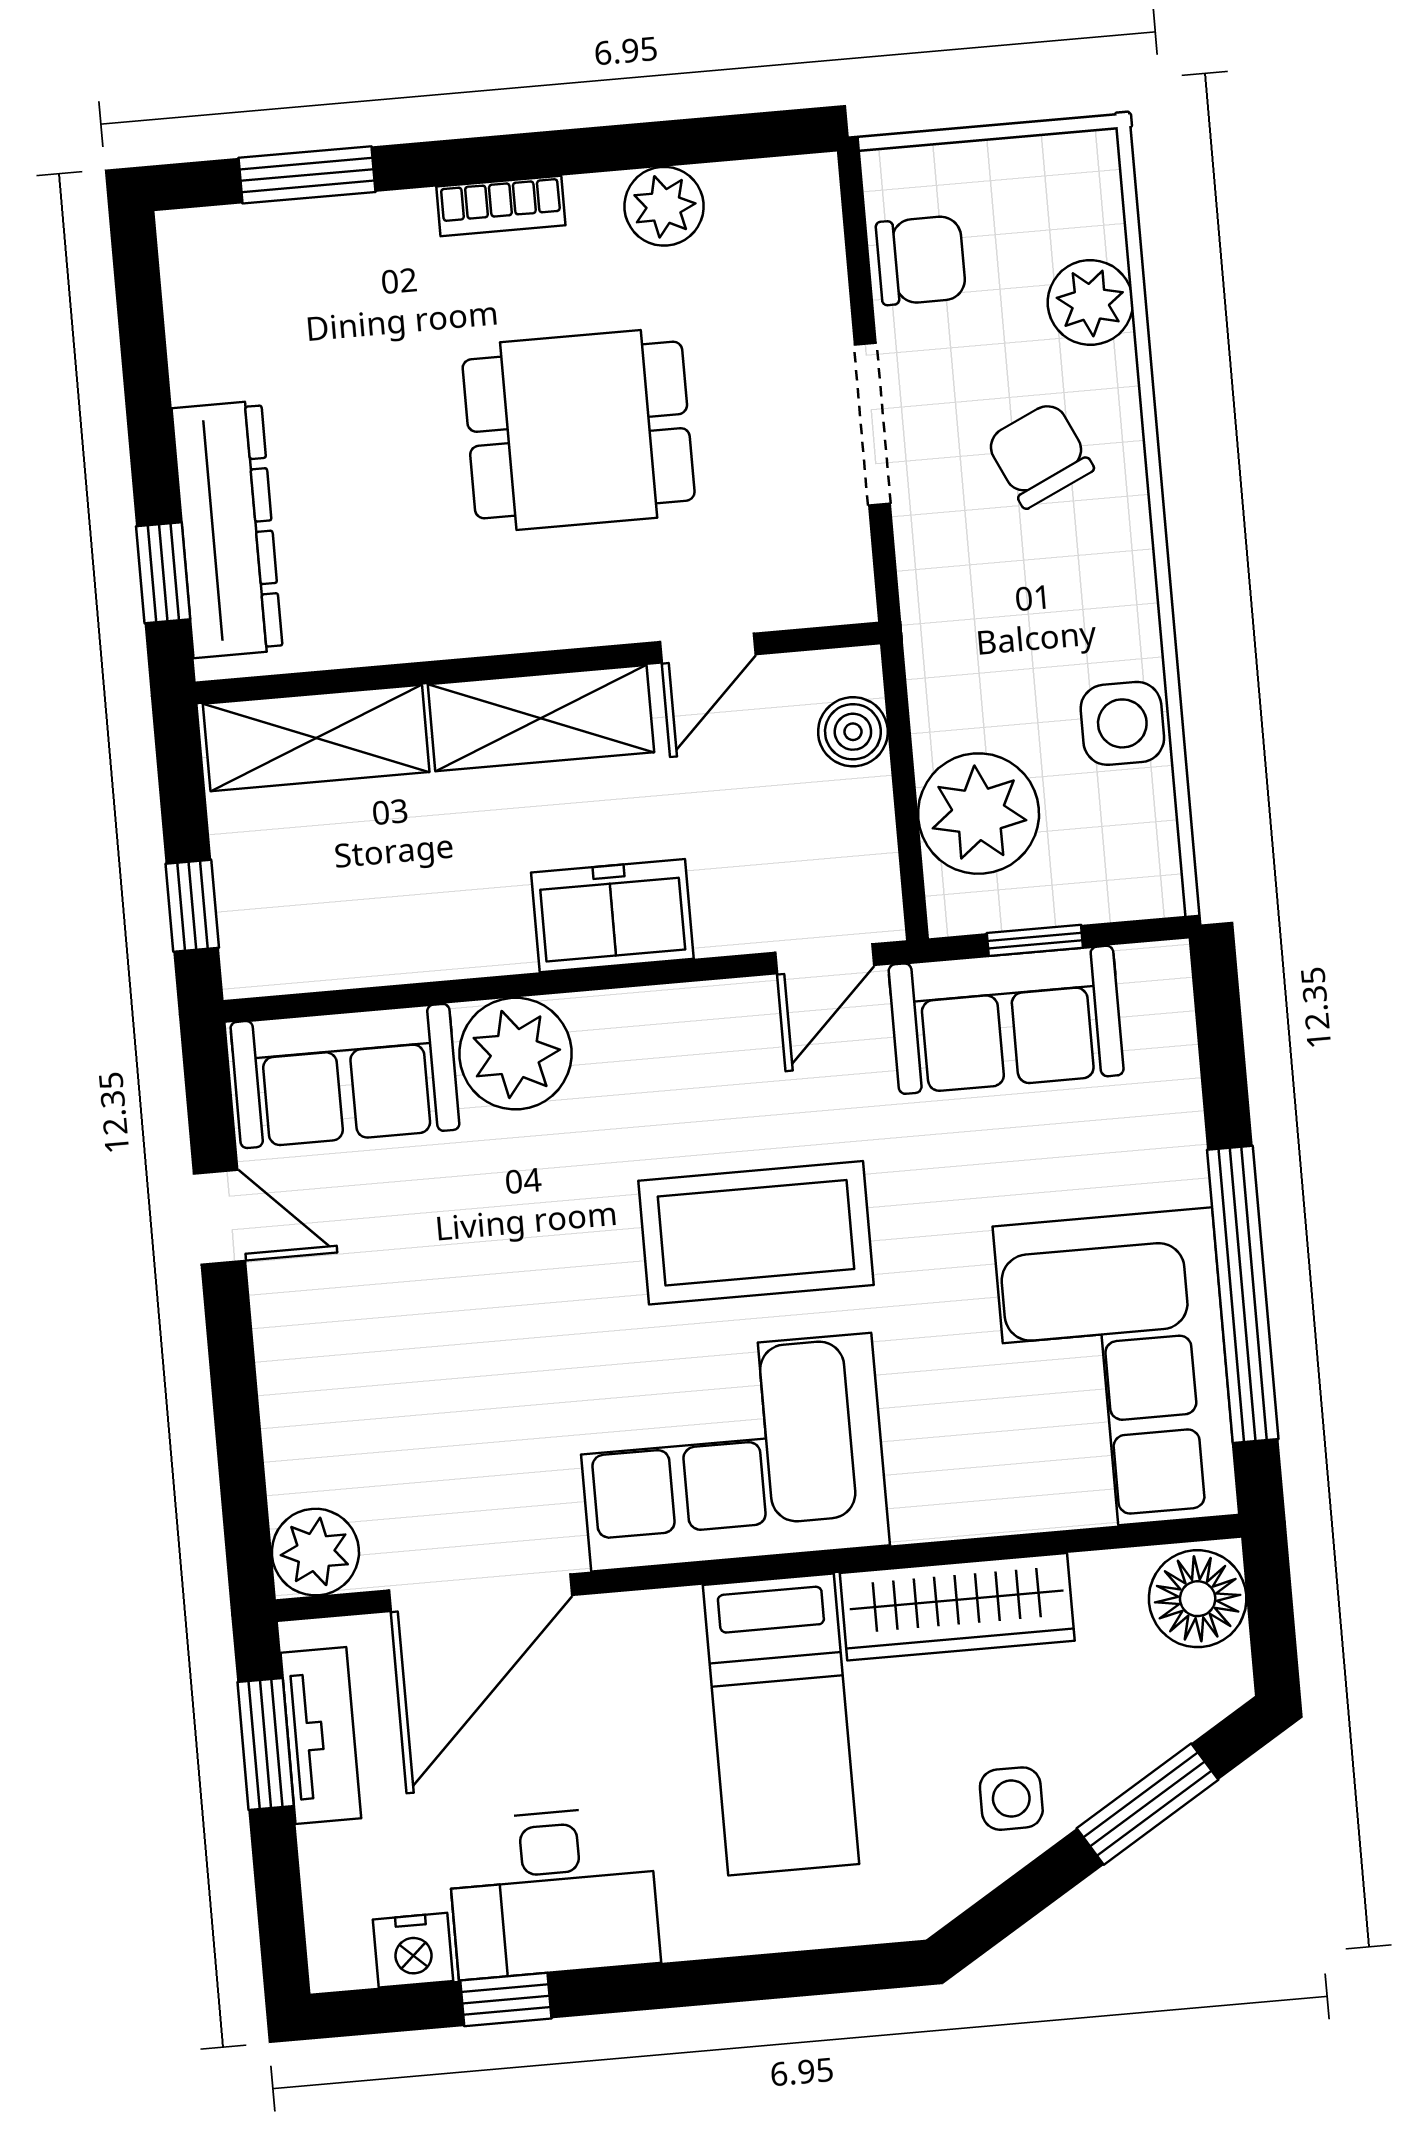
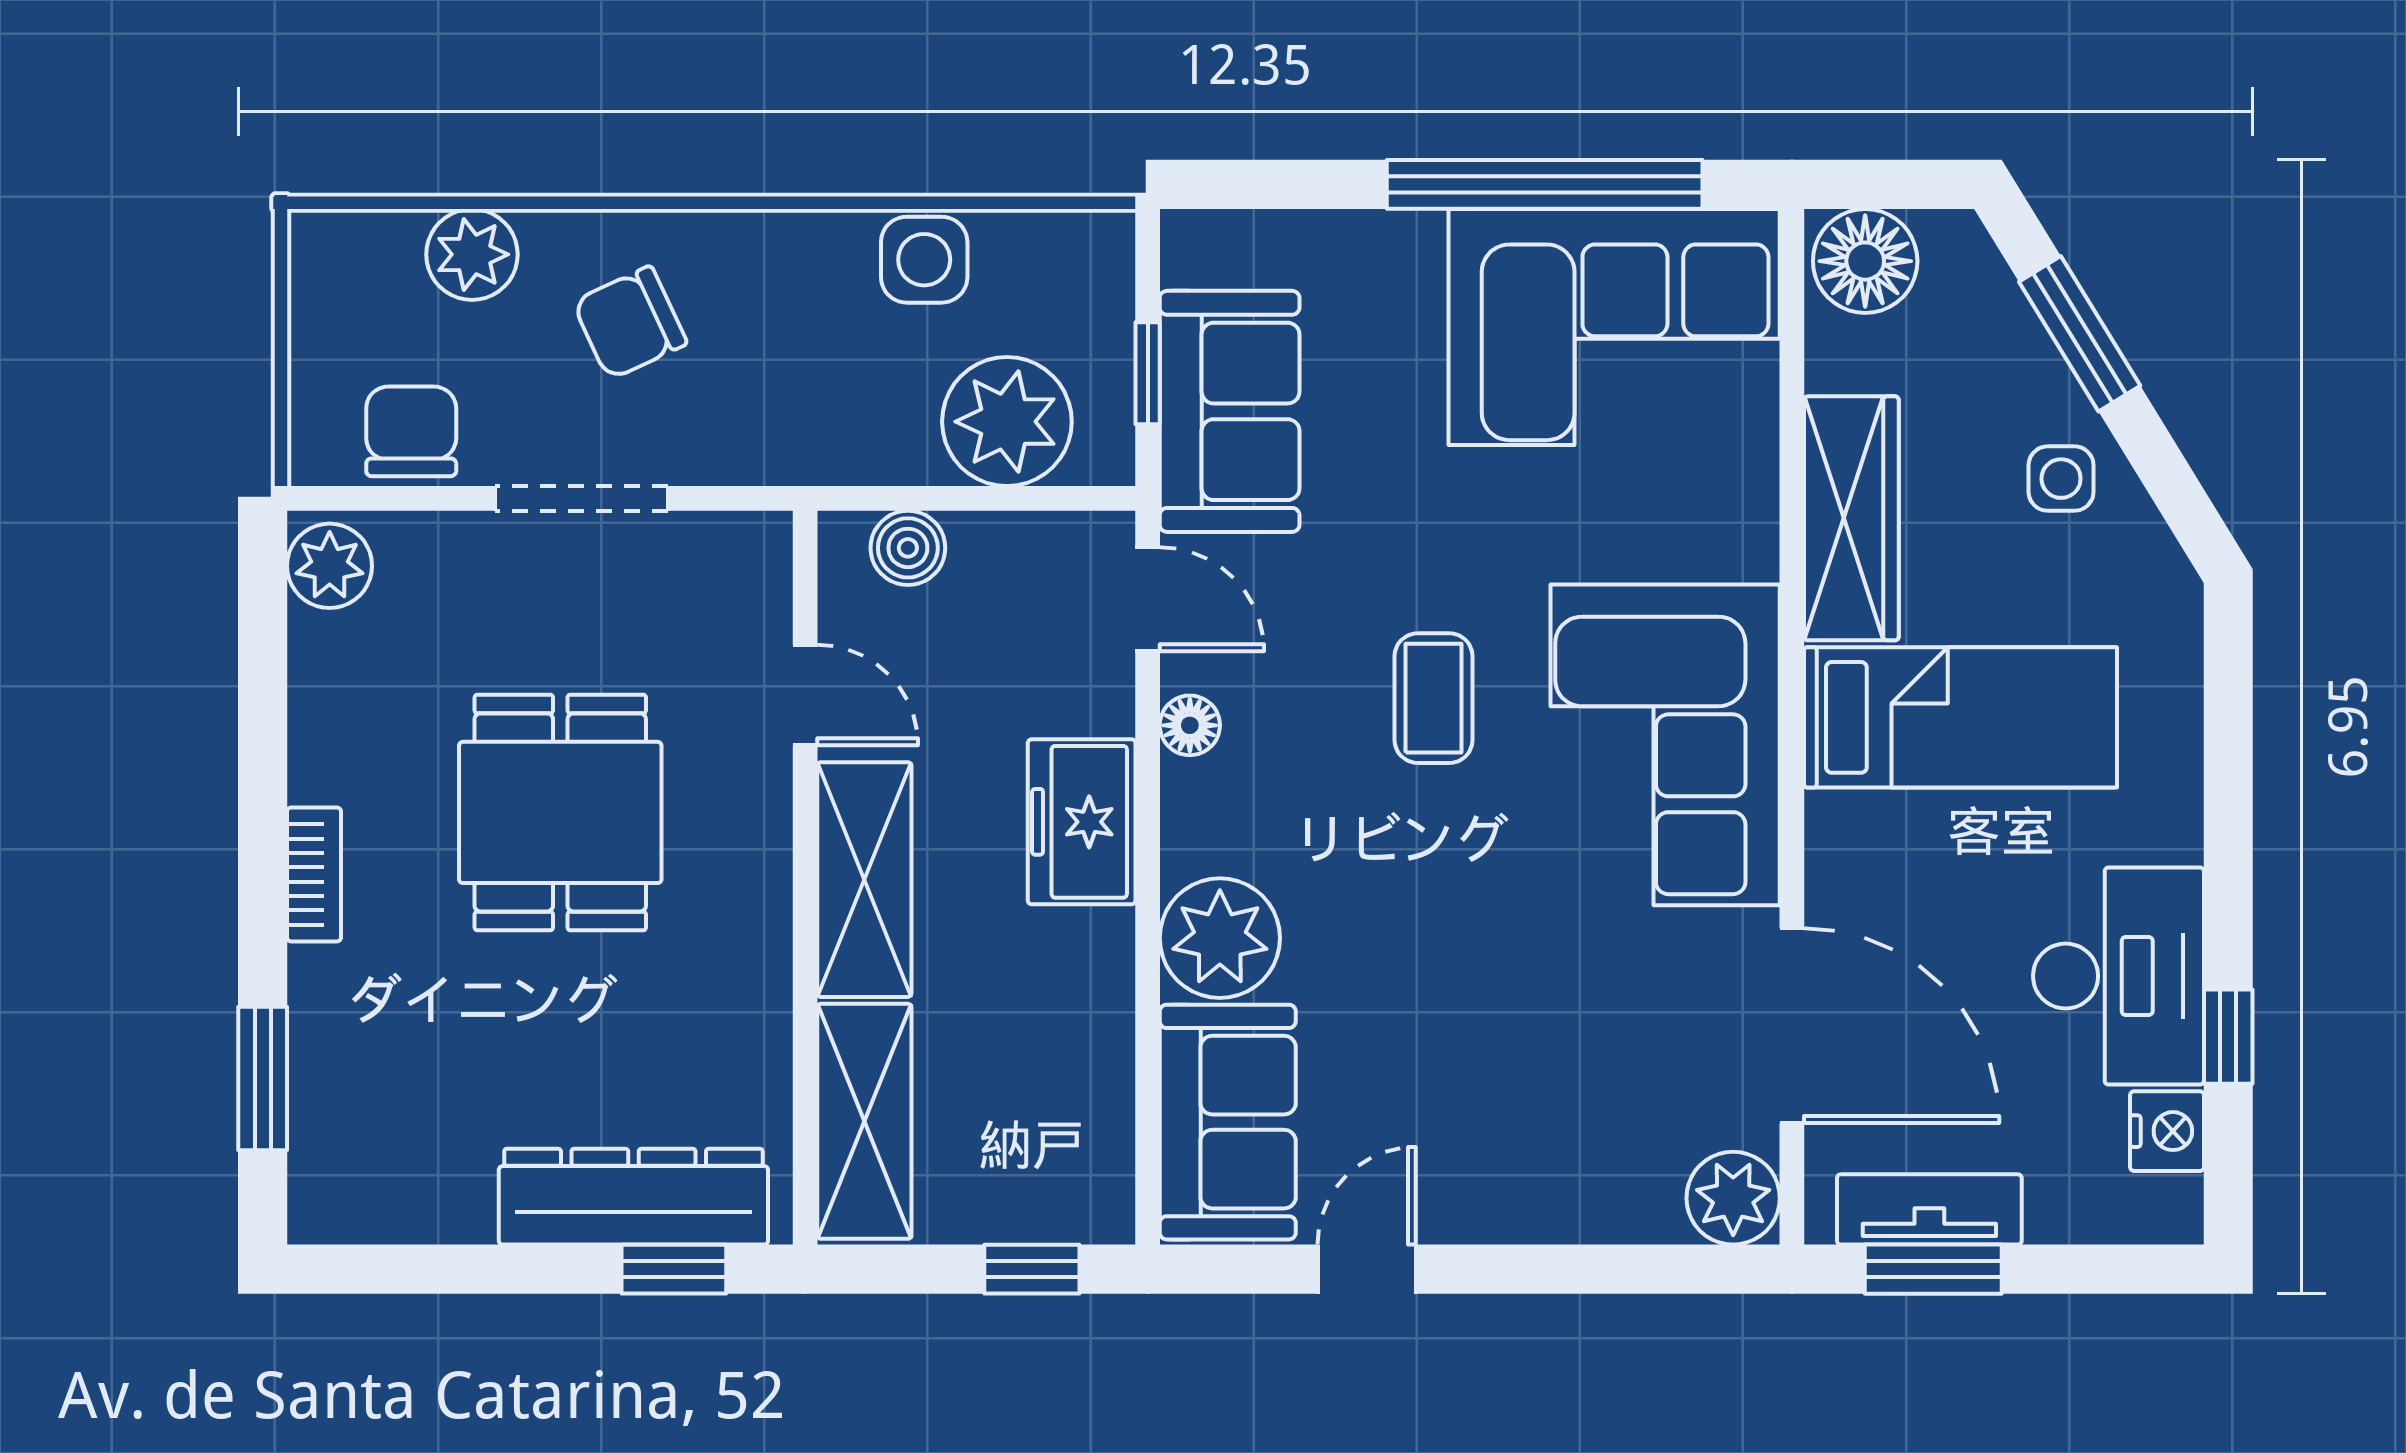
plant: (664, 206) -> (330, 566), moved
floor lamp: (711, 1008) -> (1190, 725), added
coffee table: (756, 1233) -> (1434, 698), width x0.54, depth x0.58

